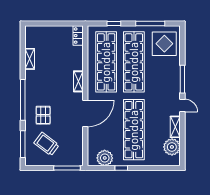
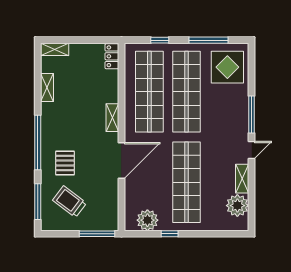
shelving: (35, 30) -> (55, 49), added
door: (182, 106) -> (252, 150), hinge flipped

